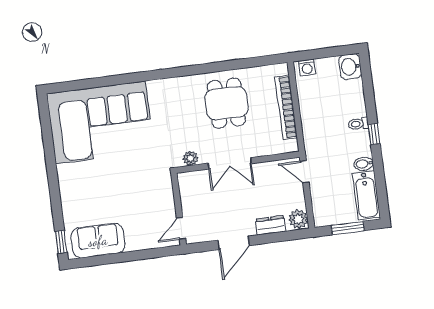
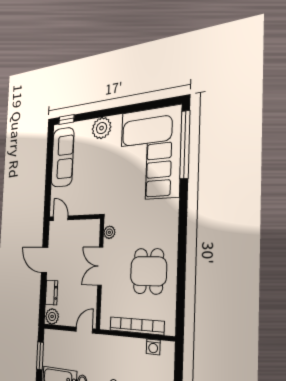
washing machine: (307, 67) -> (153, 347), moved, turned -90
window: (90, 83) -> (185, 144), added
dining table: (226, 103) -> (148, 271), turned 90
plant: (72, 190) -> (102, 128), added
sofa: (98, 241) -> (63, 157), width x1.36

